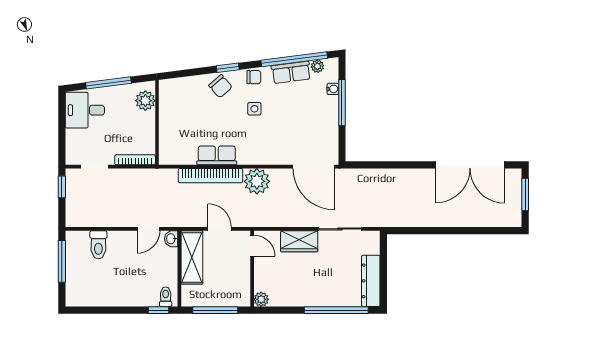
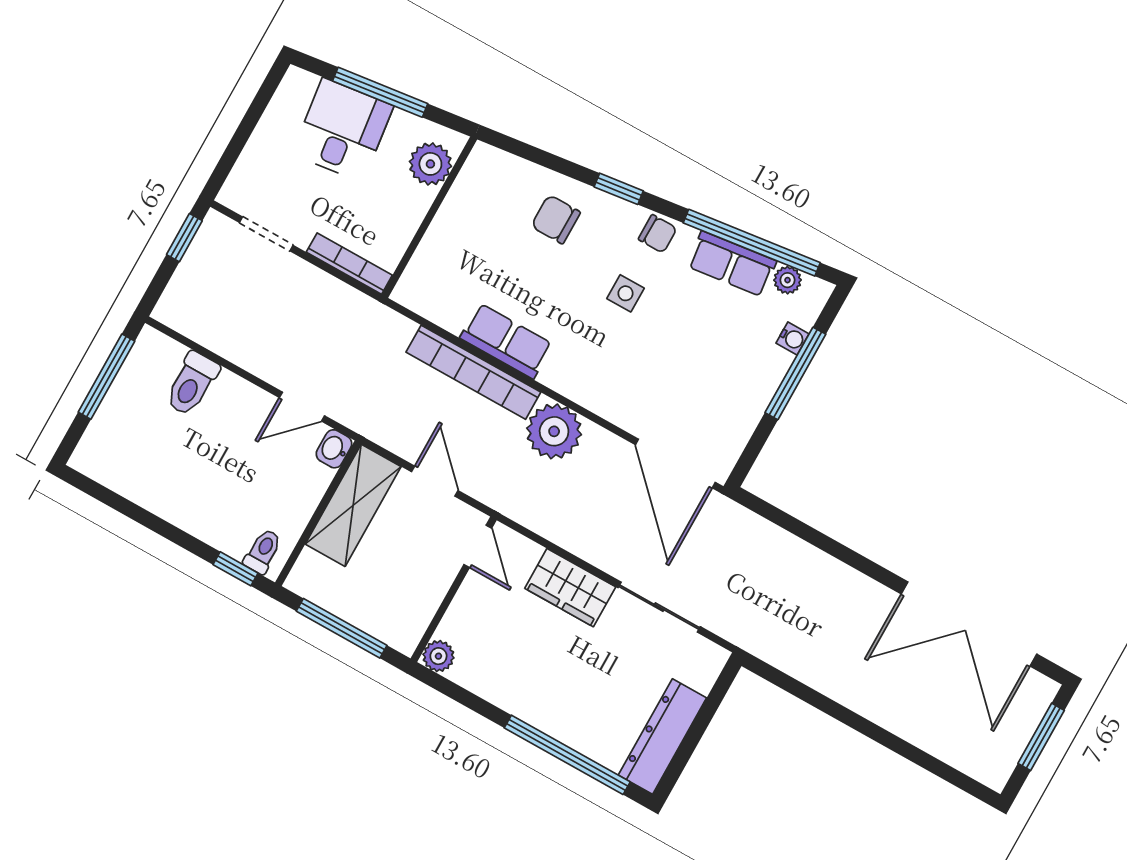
chair: (221, 86) -> (556, 219), moved, turned 131
desk: (85, 110) -> (343, 130), moved, turned 83

